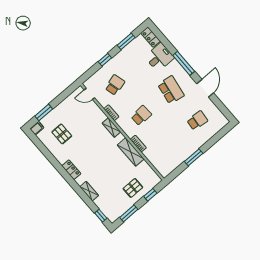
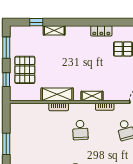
locker: (71, 170) -> (101, 31), moved
pallet: (133, 188) -> (25, 70), width x1.50, depth x1.42
window: (101, 216) -> (36, 22), moved

